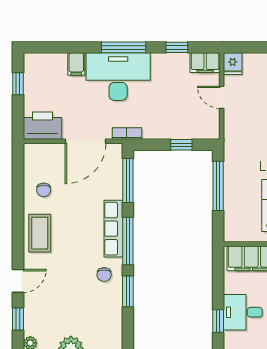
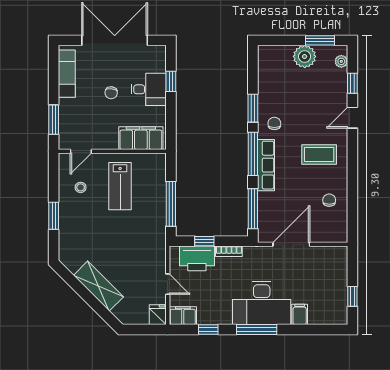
printer: (42, 126) -> (197, 258), moved
bookcase: (127, 134) -> (229, 251), moved
coffee table: (40, 233) -> (319, 155), moved, turned 90

